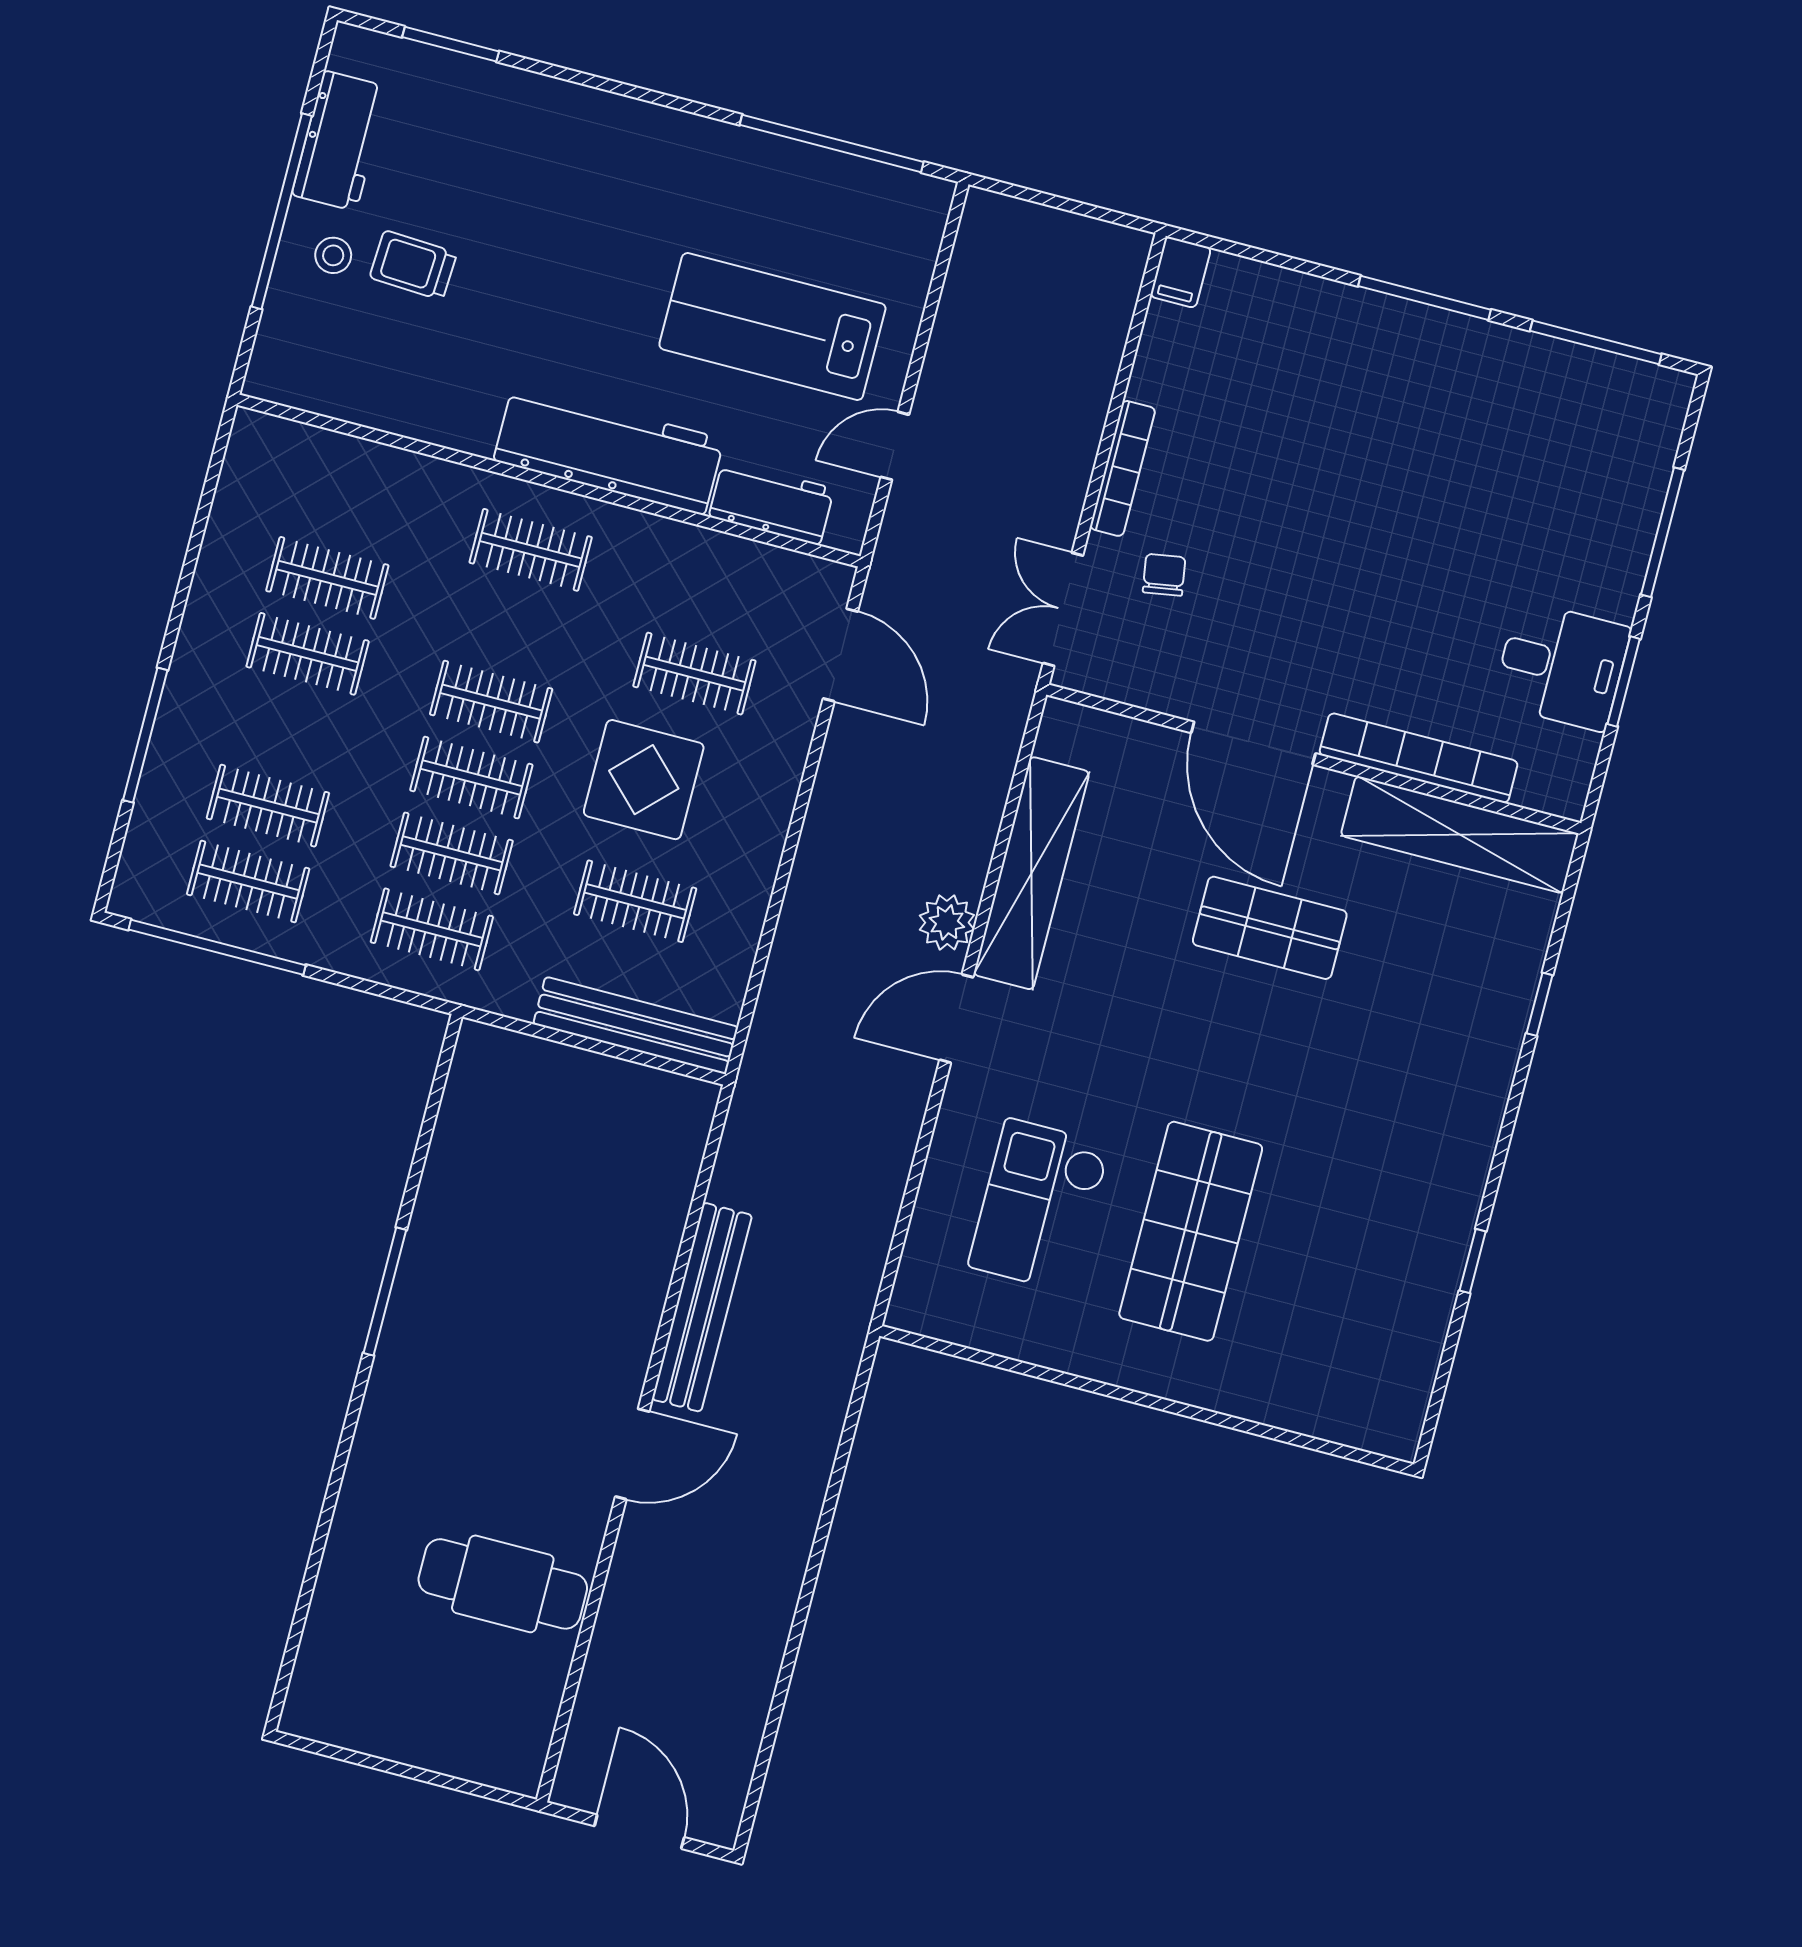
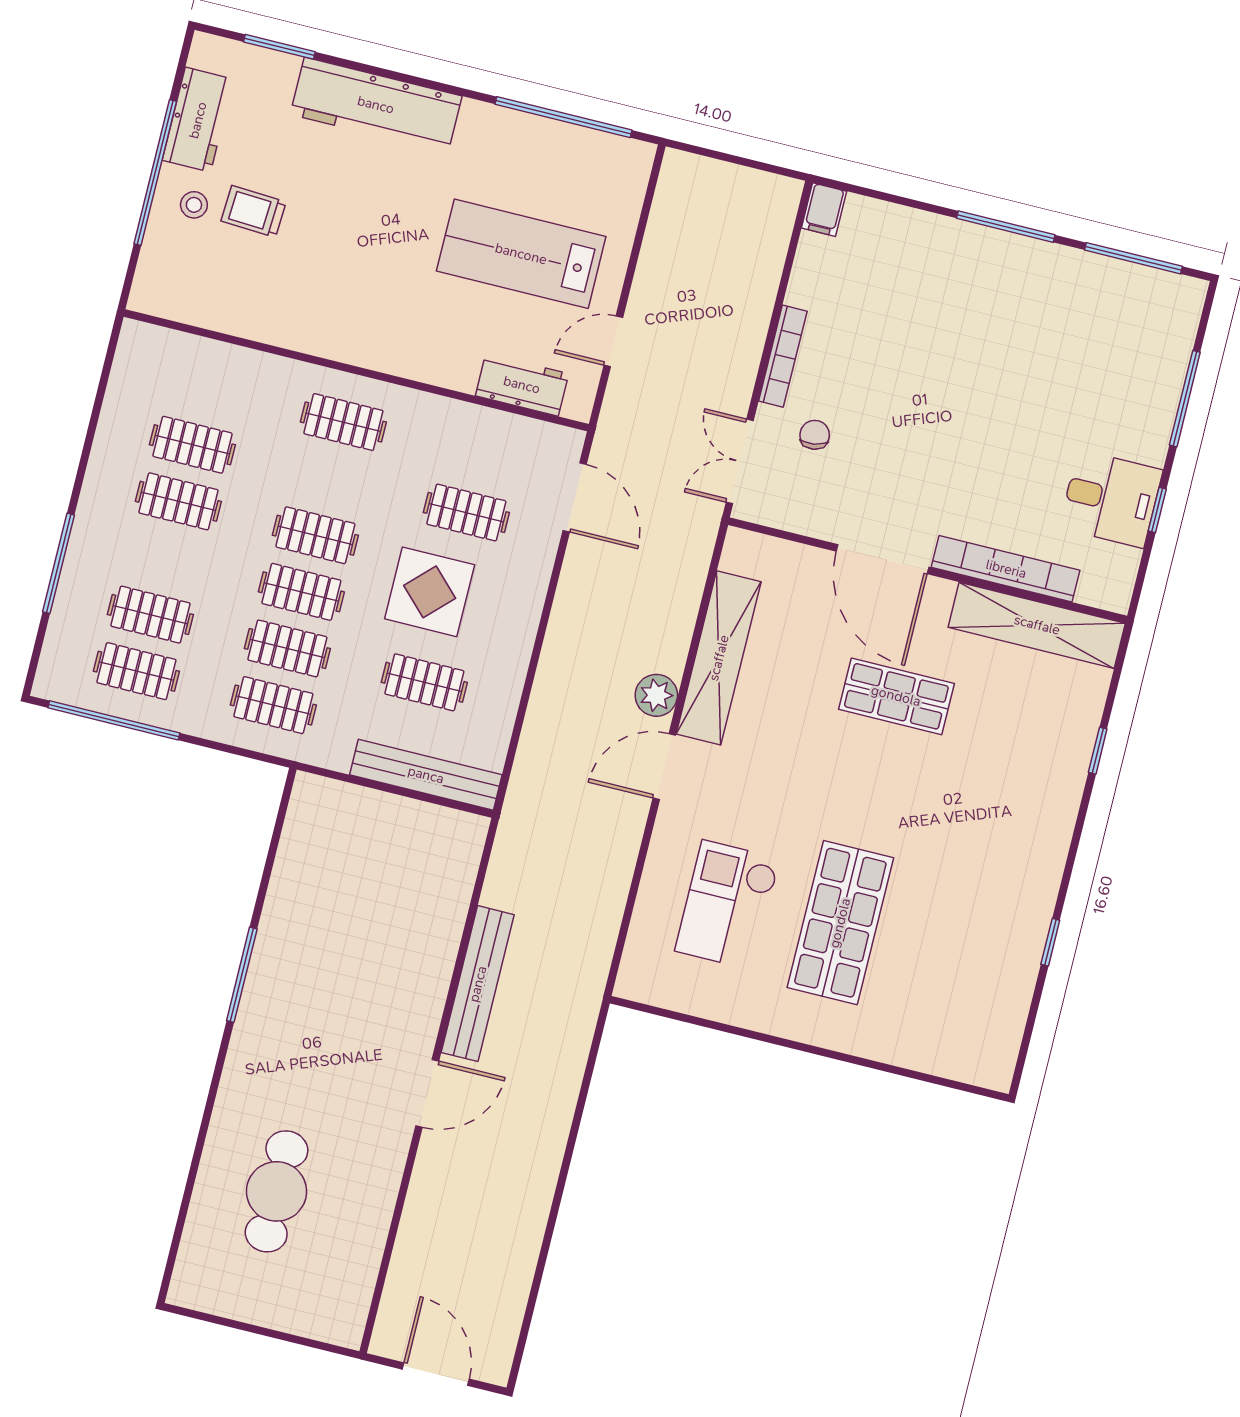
workbench: (609, 450) -> (376, 105), moved, turned 180
window: (1624, 682) -> (1157, 510), width x0.67
cafe table: (503, 1584) -> (277, 1191), moved, turned 90

